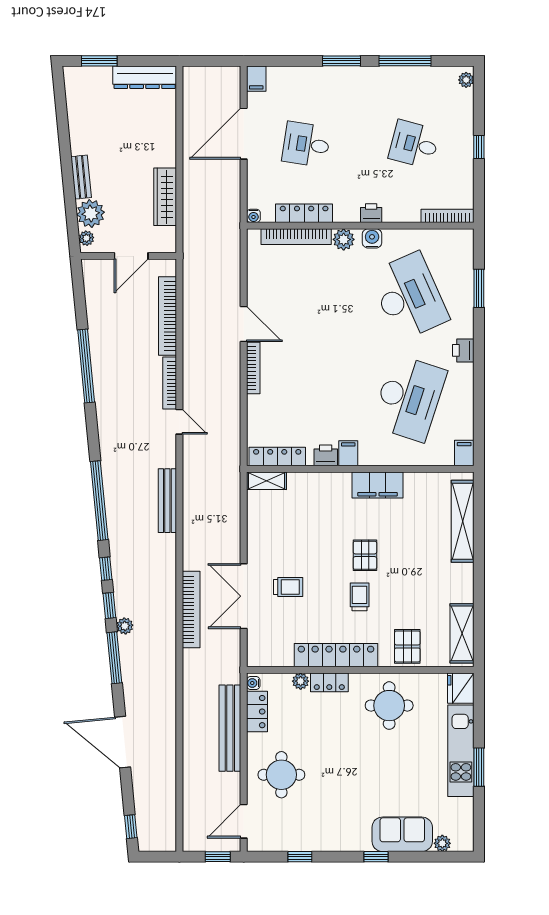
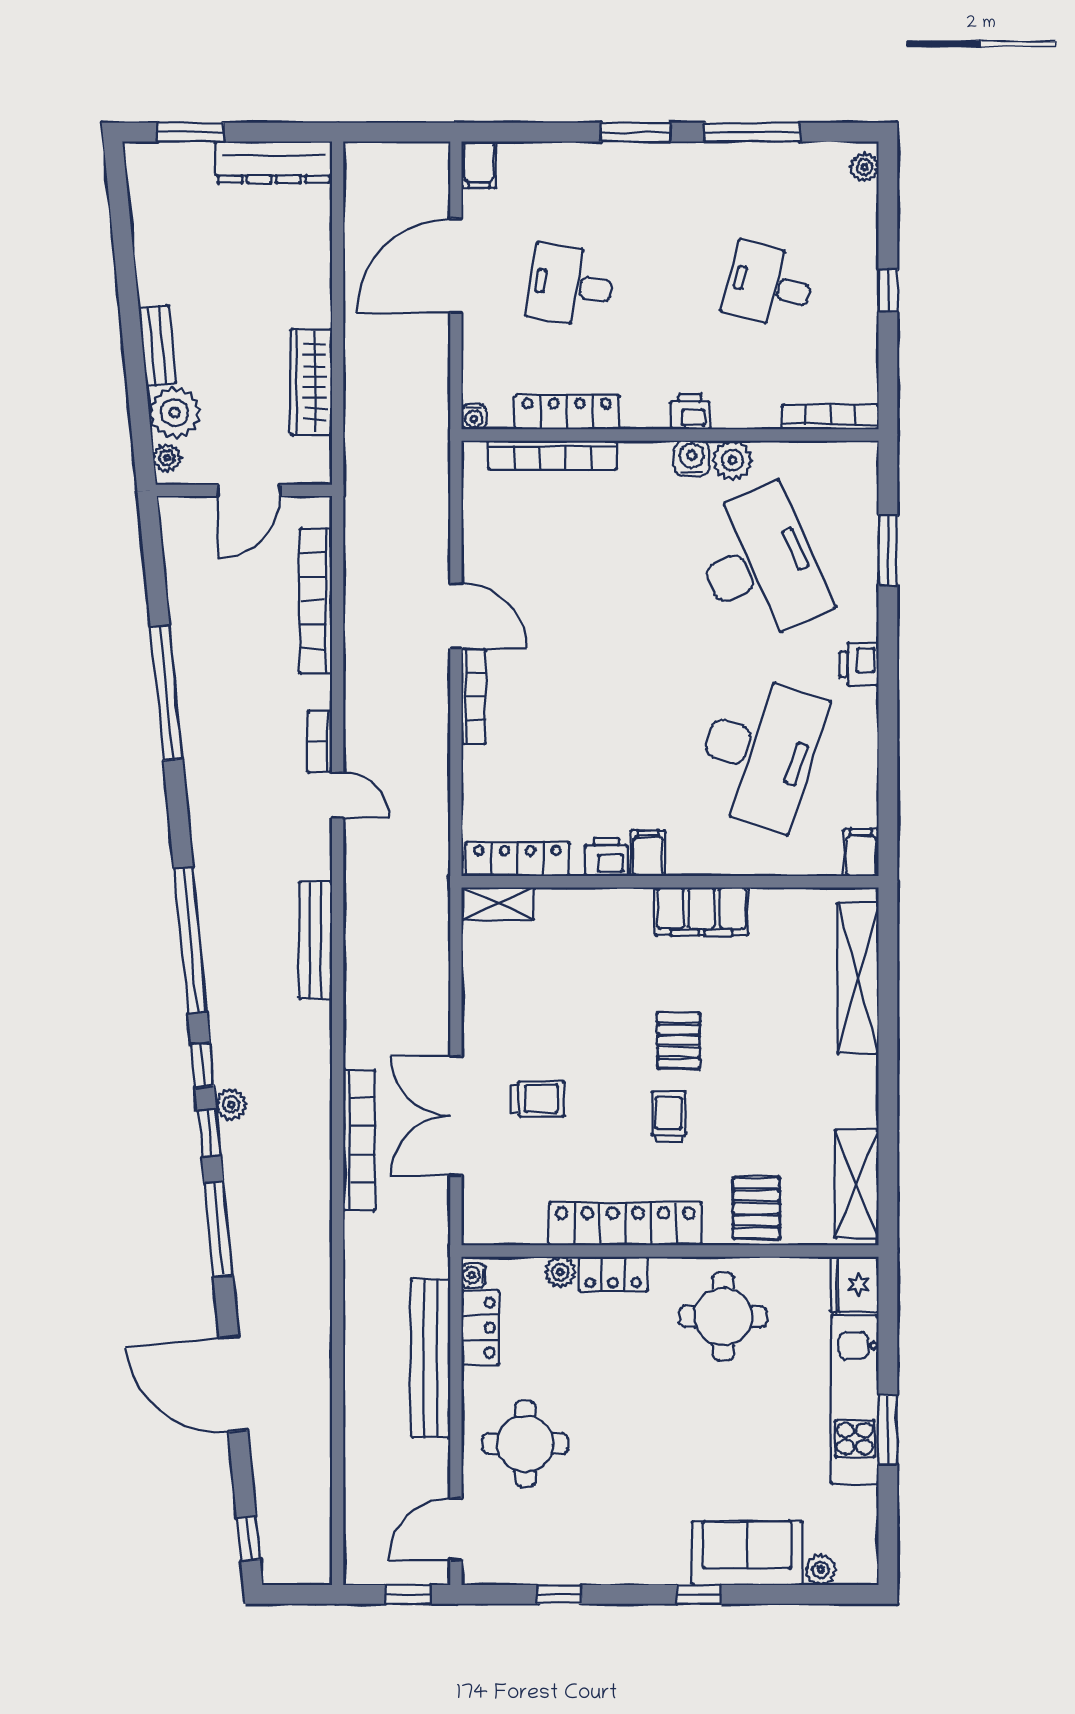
plant: (344, 239) -> (732, 460), moved
bookcase: (170, 383) -> (320, 741), width x0.64
plant: (125, 626) -> (231, 1105), moved

